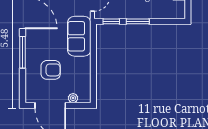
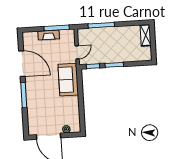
armchair: (51, 70) -> (47, 108), removed

